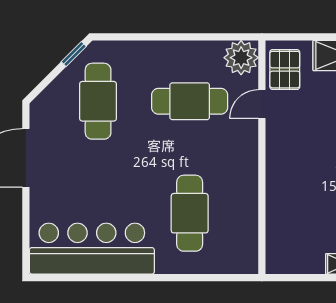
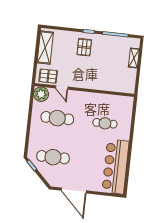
cafe table: (190, 101) -> (57, 118), turned 90
cafe table: (190, 213) -> (105, 123), width x0.73, depth x0.74

